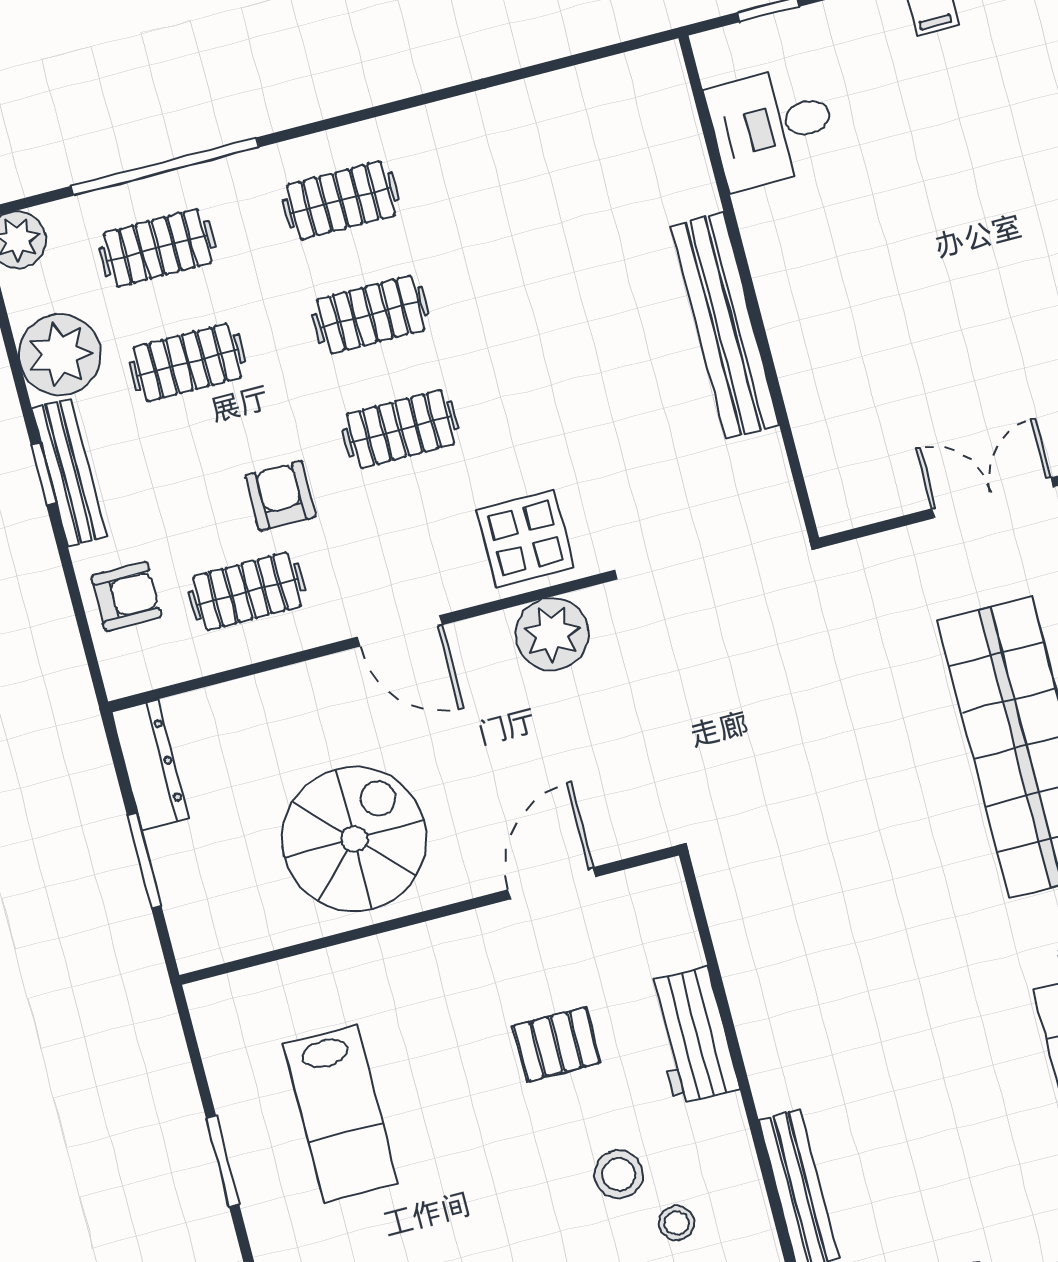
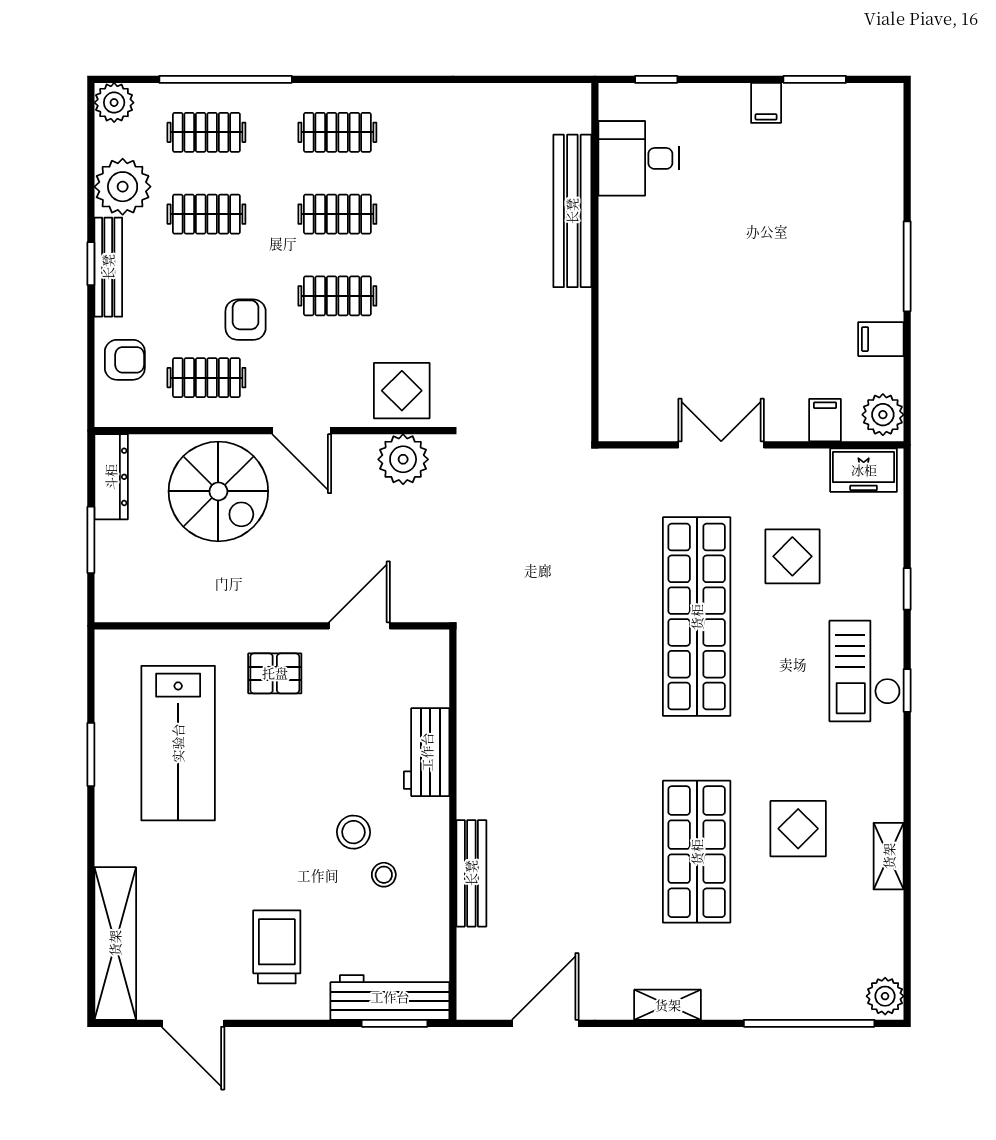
bench: (725, 326) -> (572, 211), moved
spiral stairs: (354, 839) -> (218, 491), moved, turned 90
pallet: (557, 1044) -> (275, 673), moved
lab bench: (341, 1114) -> (178, 743), width x1.36, depth x1.39

